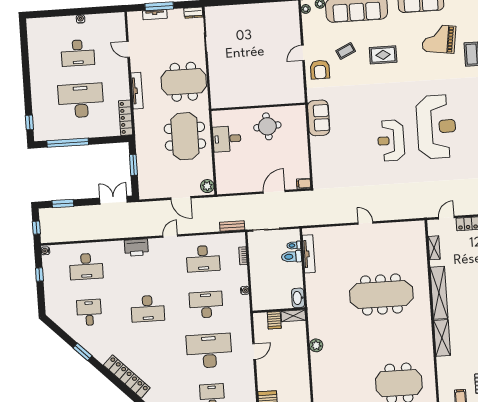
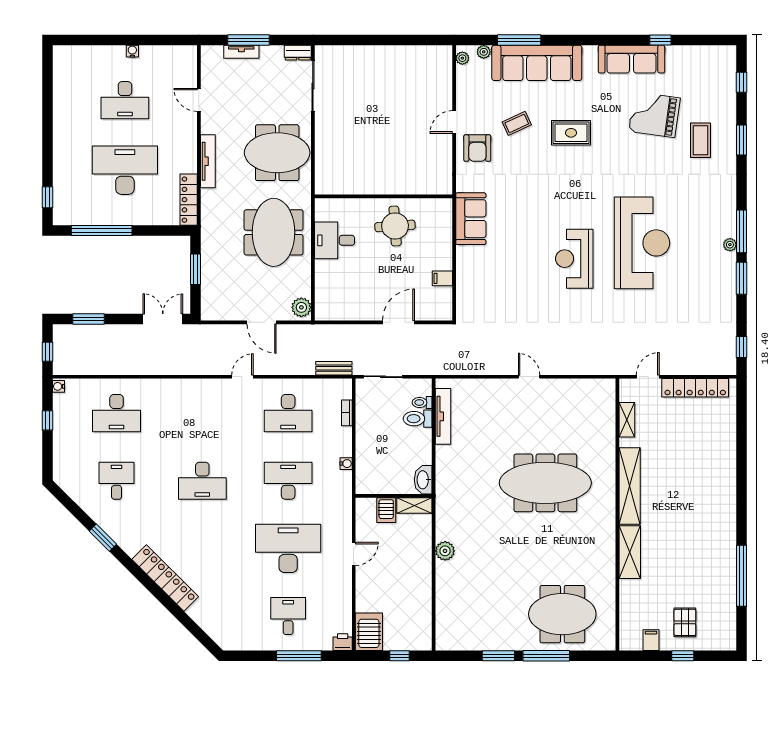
filing cabinet: (304, 184) -> (442, 278), moved
printer: (136, 248) -> (192, 391), removed

